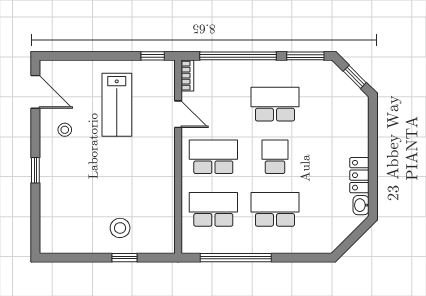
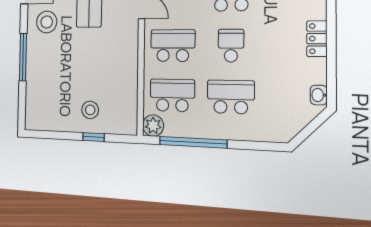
stool: (65, 130) -> (47, 22), width x1.89, depth x1.89
window: (35, 170) -> (23, 57), width x2.17
locker: (359, 175) -> (317, 39), moved
plant: (193, 242) -> (153, 126), added

